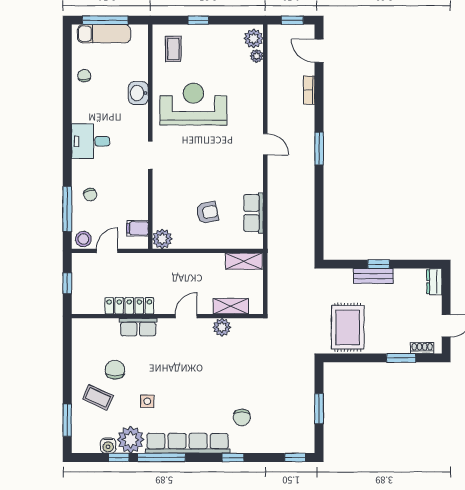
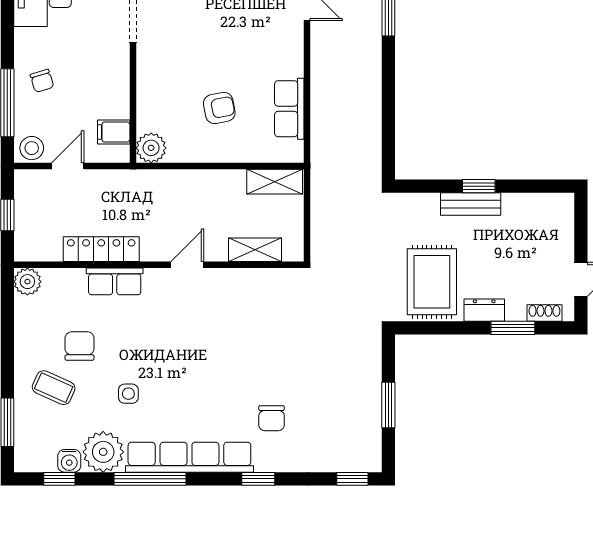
dresser: (434, 282) -> (484, 310), moved, turned 90
plant: (222, 327) -> (27, 282), moved
window: (119, 457) -> (59, 479), moved

